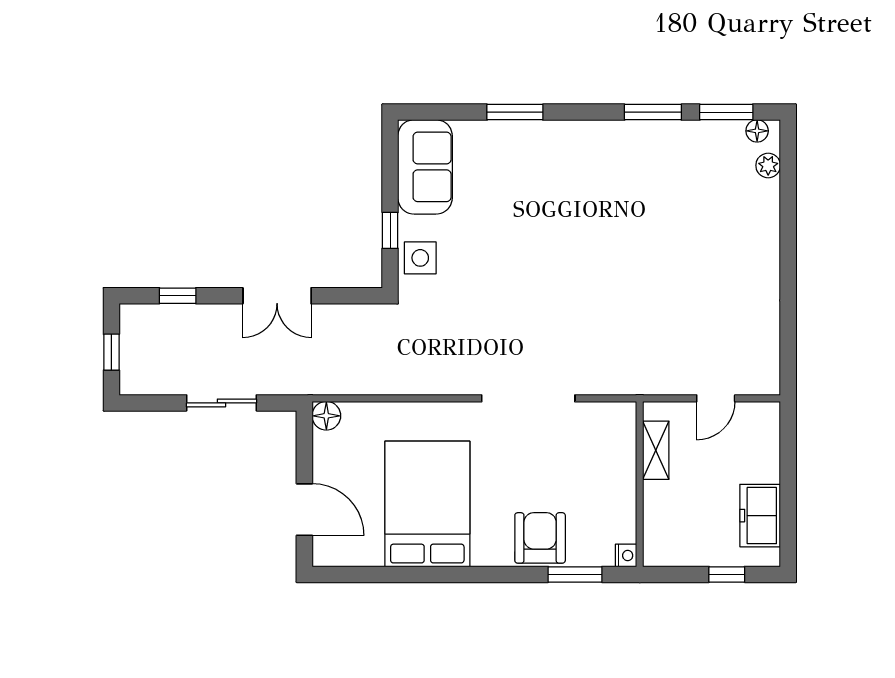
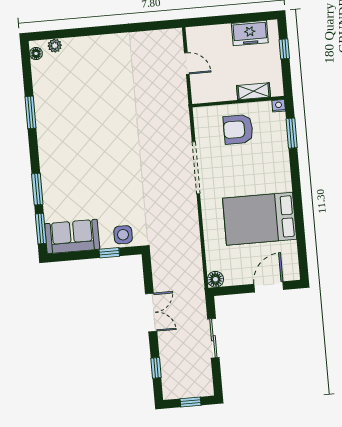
window: (726, 112) -> (41, 229), moved
shelving: (656, 450) -> (254, 91), moved
armchair: (540, 538) -> (238, 129), moved

